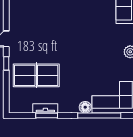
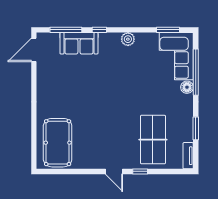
tv unit: (45, 108) -> (188, 156), moved

